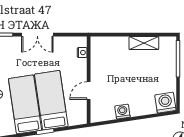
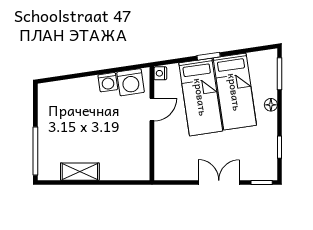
nightstand: (82, 53) -> (160, 73), moved
washing machine: (165, 103) -> (131, 82), moved

